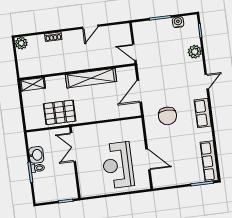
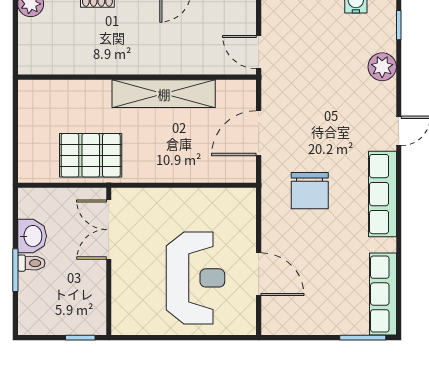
shelving: (33, 84) -> (43, 91), removed
row of seats: (203, 113) -> (382, 194), width x1.48
reception desk: (118, 165) -> (196, 278), turned 180

